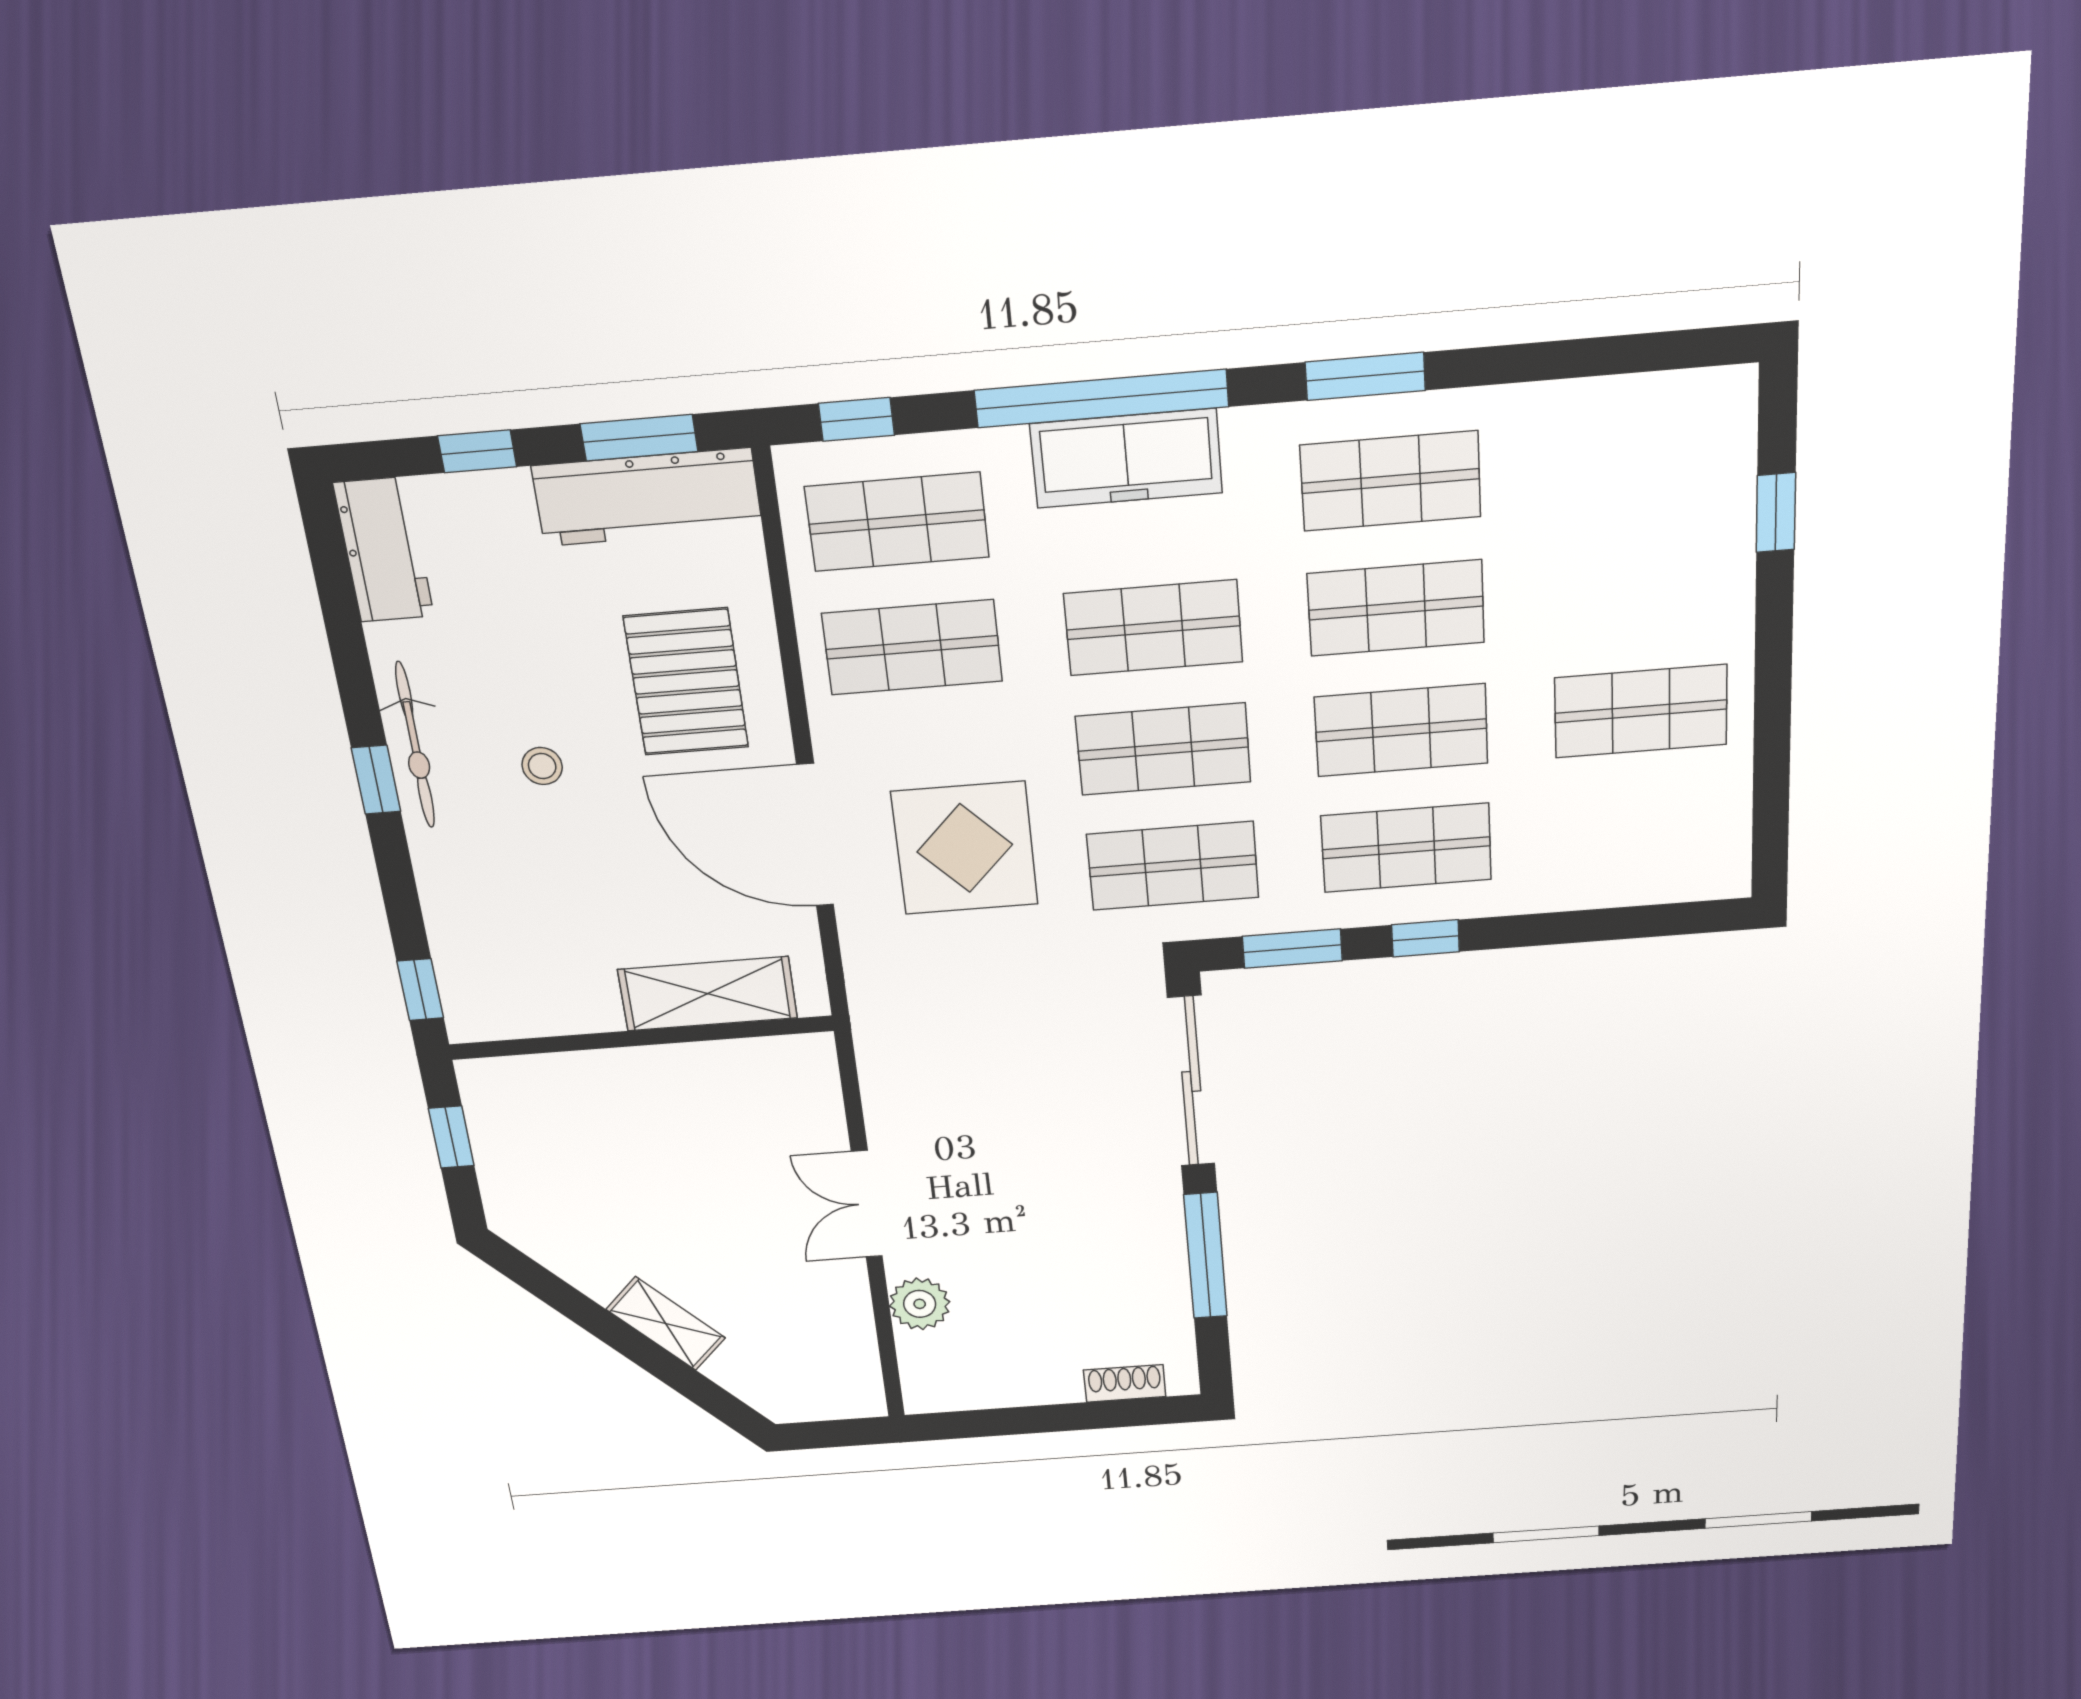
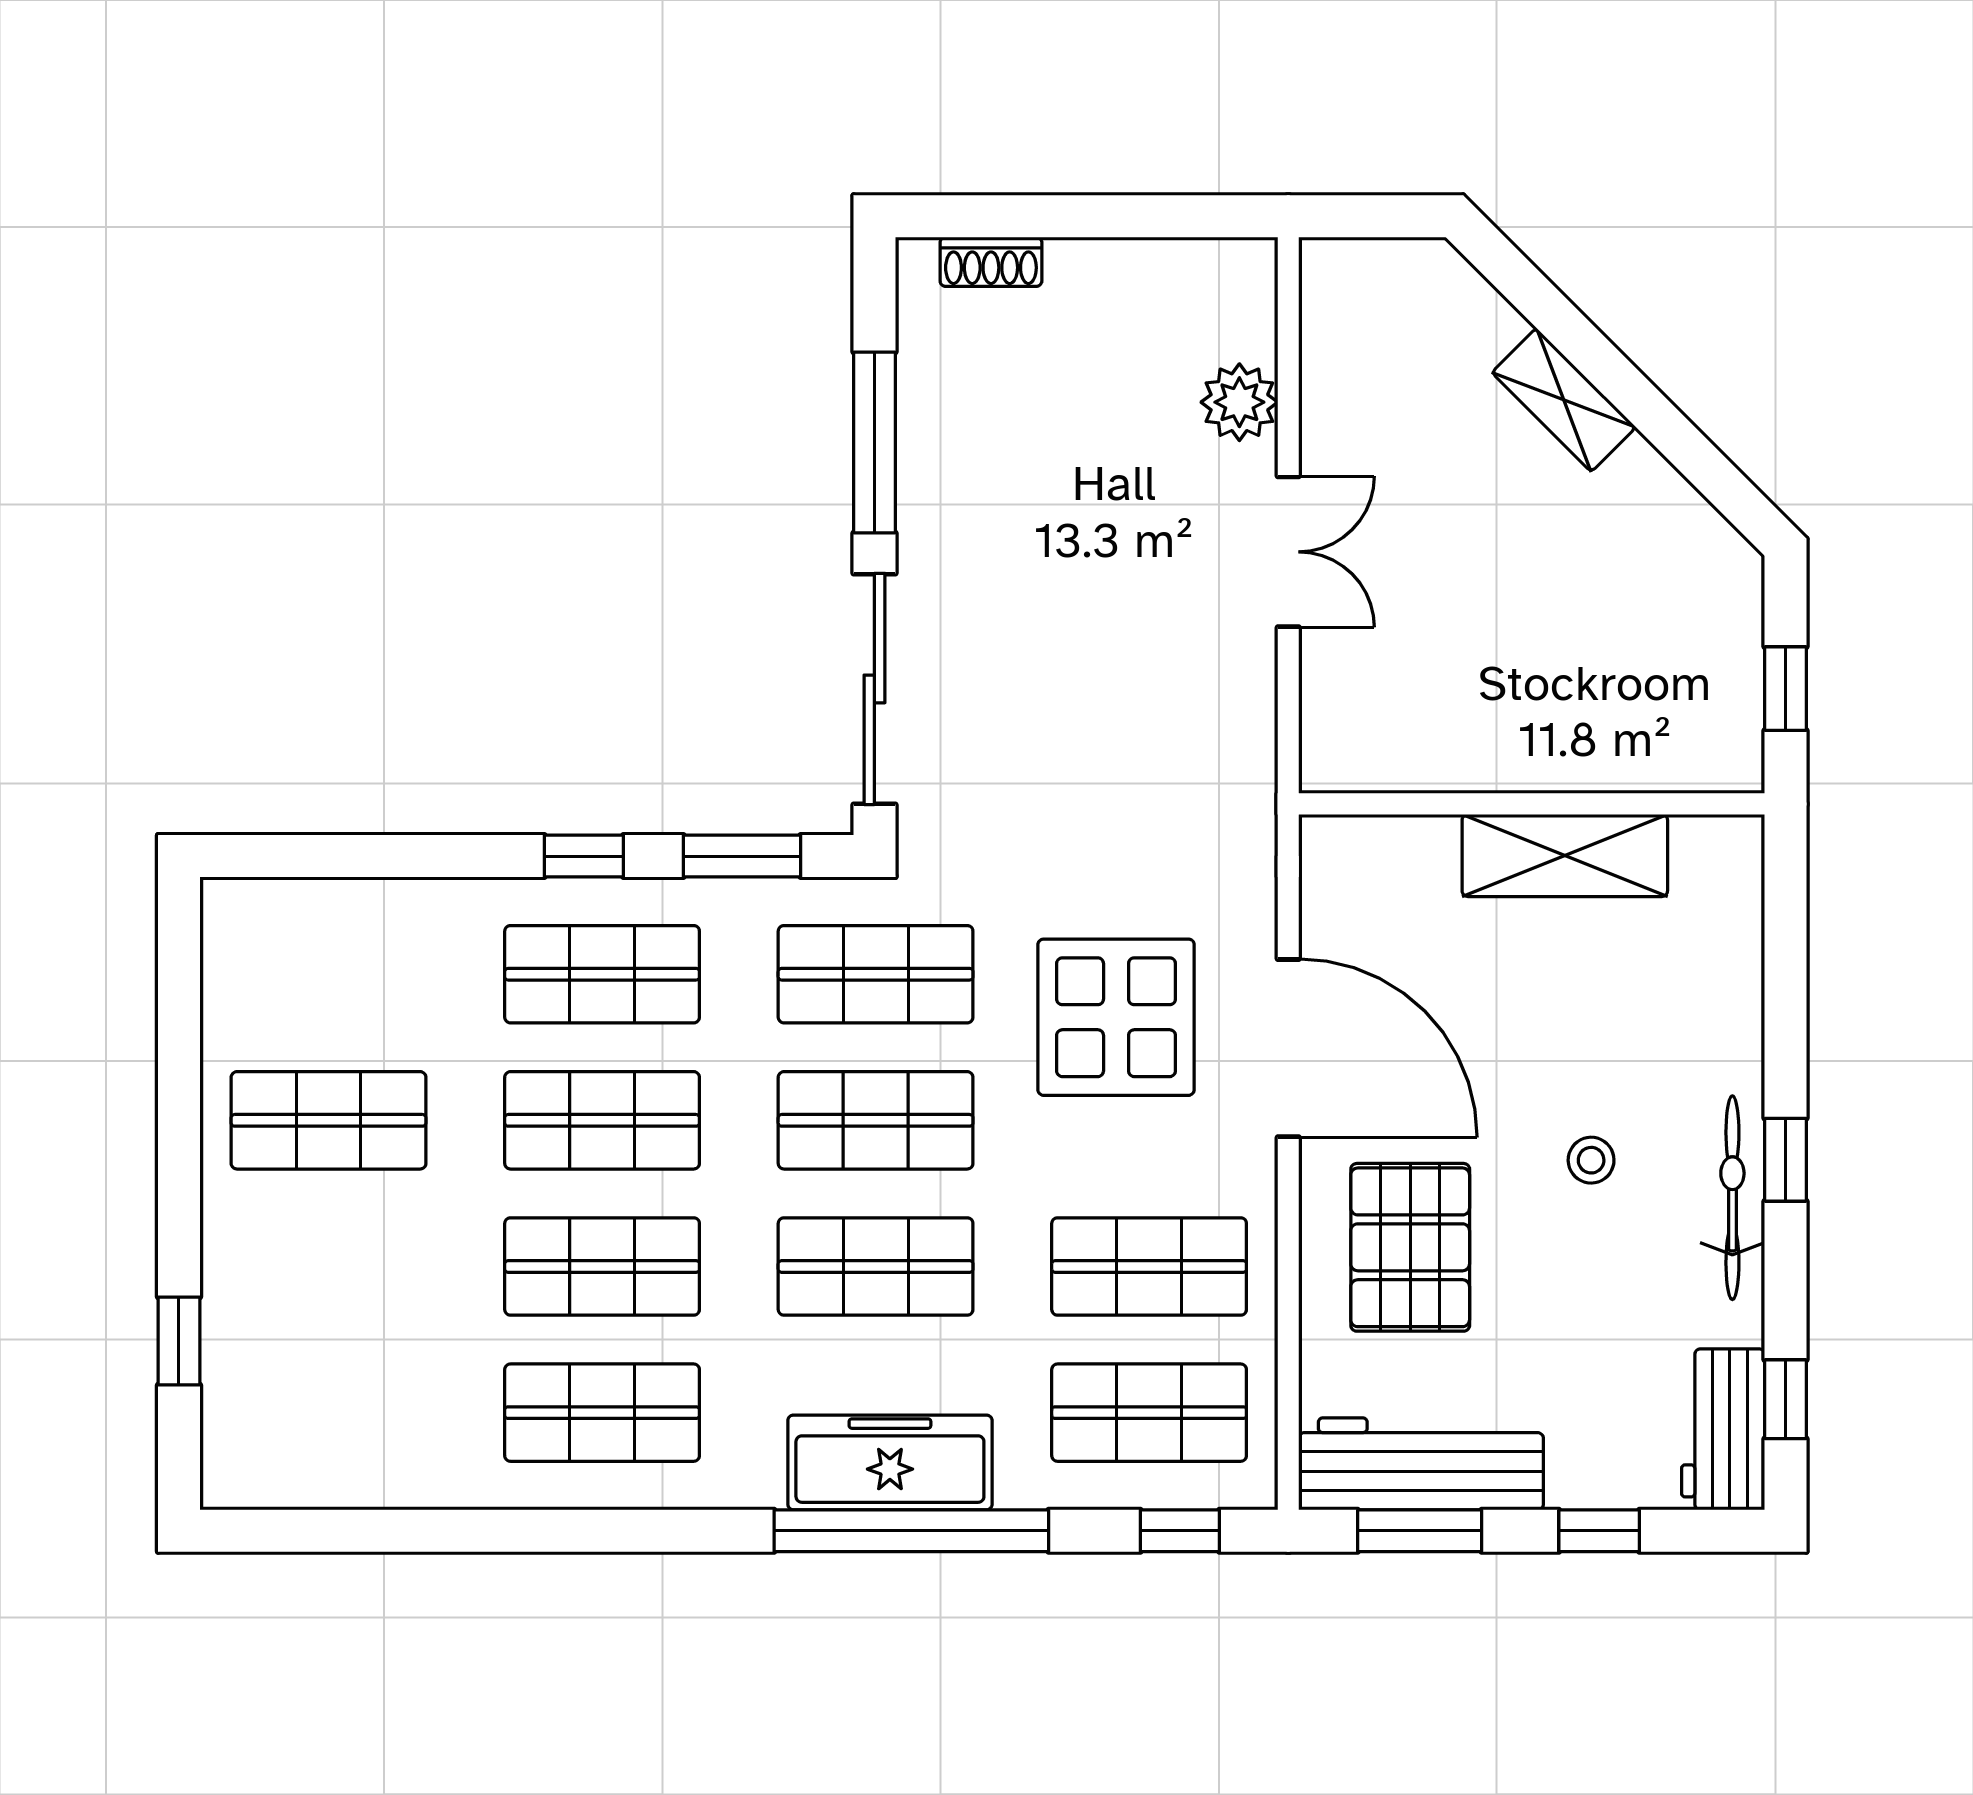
window: (1365, 376) -> (624, 1531), removed
window: (420, 990) -> (1786, 1399), moved
shelving: (708, 994) -> (1565, 855), moved

